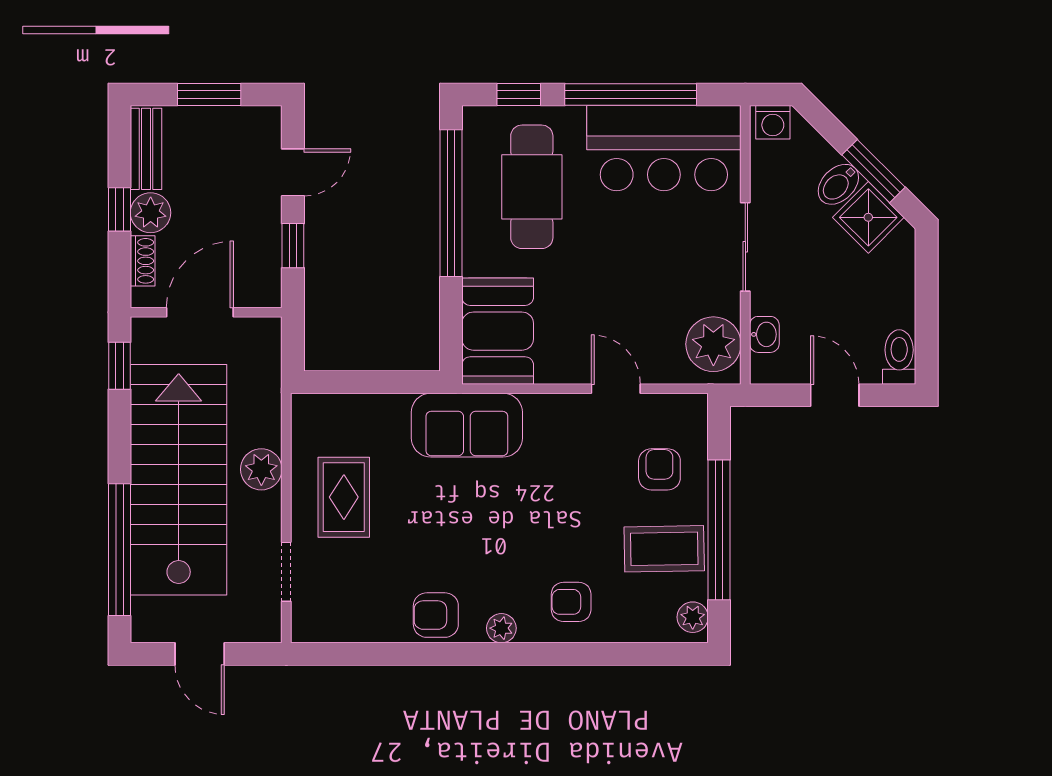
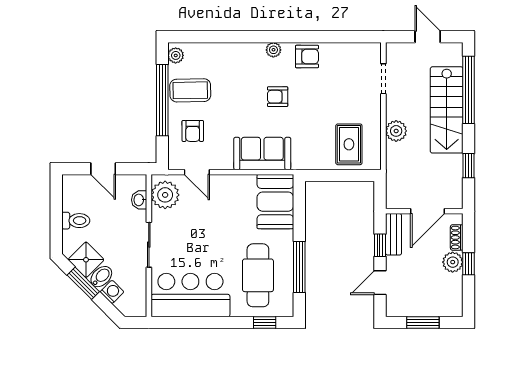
window: (631, 94) -> (207, 323), removed
washing machine: (773, 122) -> (112, 292), moved, turned 45
bench: (146, 149) -> (394, 234), moved
window: (451, 203) -> (299, 267), width x0.68
toilet: (899, 357) -> (76, 221), moved, turned -90
window: (120, 366) -> (469, 166), moved
door: (616, 389) -> (197, 172), moved
sofa: (467, 425) -> (262, 154), moved
stairs: (179, 480) -> (447, 110), width x0.73, depth x0.66
rug: (344, 497) -> (349, 144), moved
armchair: (571, 602) -> (278, 97), moved, turned 180

